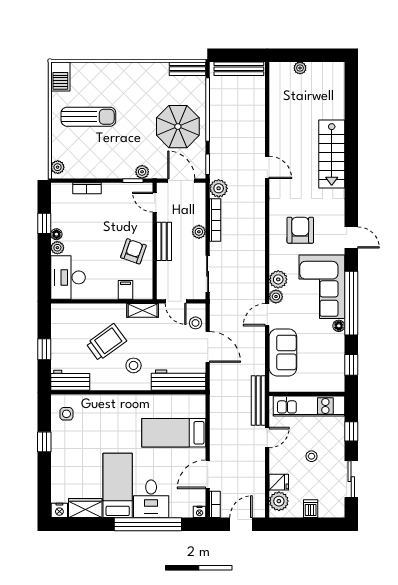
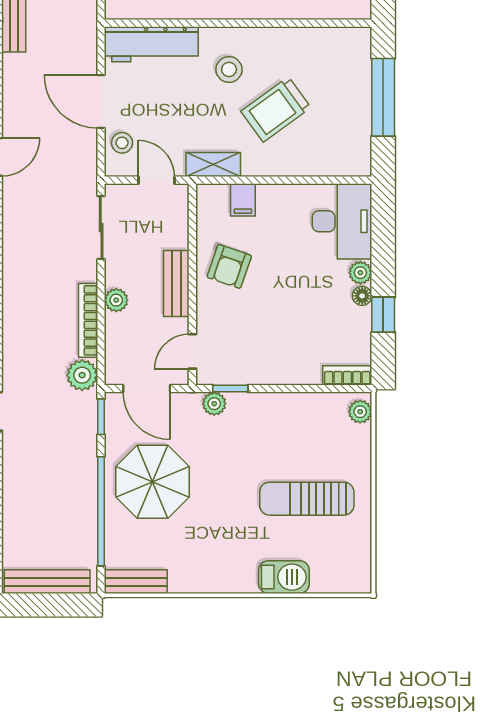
barbecue: (60, 76) -> (284, 577), moved, turned 90
bookcase: (87, 188) -> (347, 375), moved
door: (155, 202) -> (192, 351), swing flipped
window: (44, 349) -> (383, 97), width x2.17
workbench: (70, 380) -> (338, 44), removed

